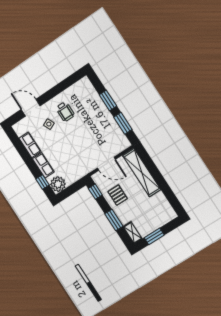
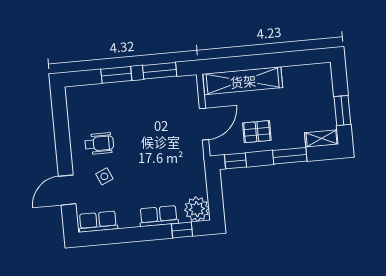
row of seats: (30, 145) -> (98, 222), moved

